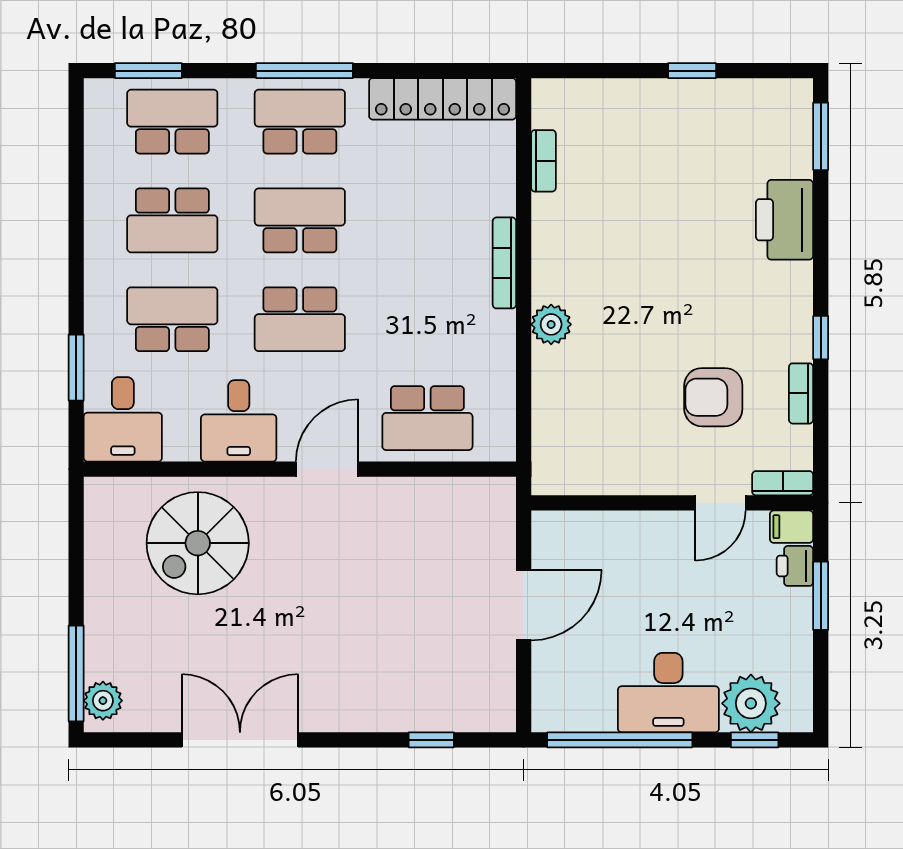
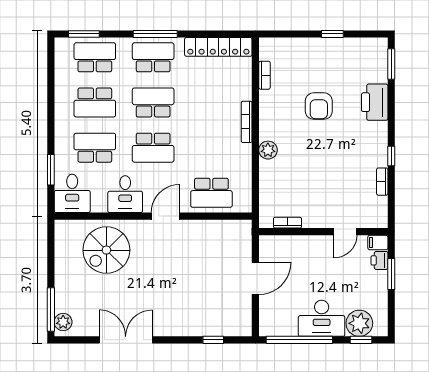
armchair: (713, 397) -> (319, 106), moved, turned -90
bookcase: (783, 483) -> (287, 223), moved

